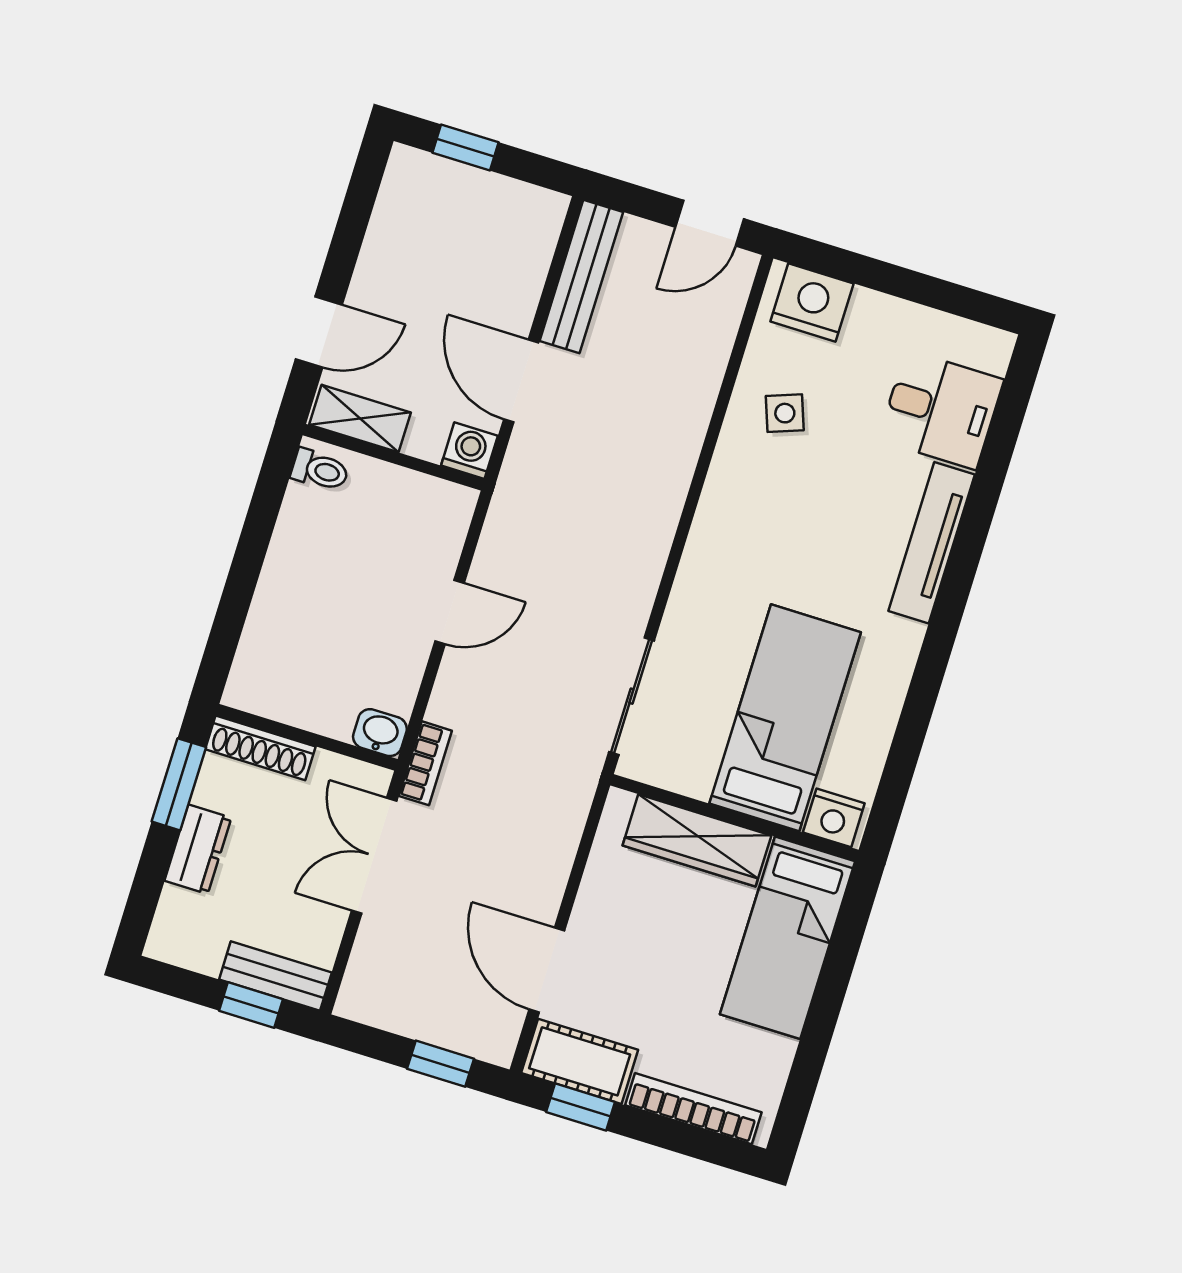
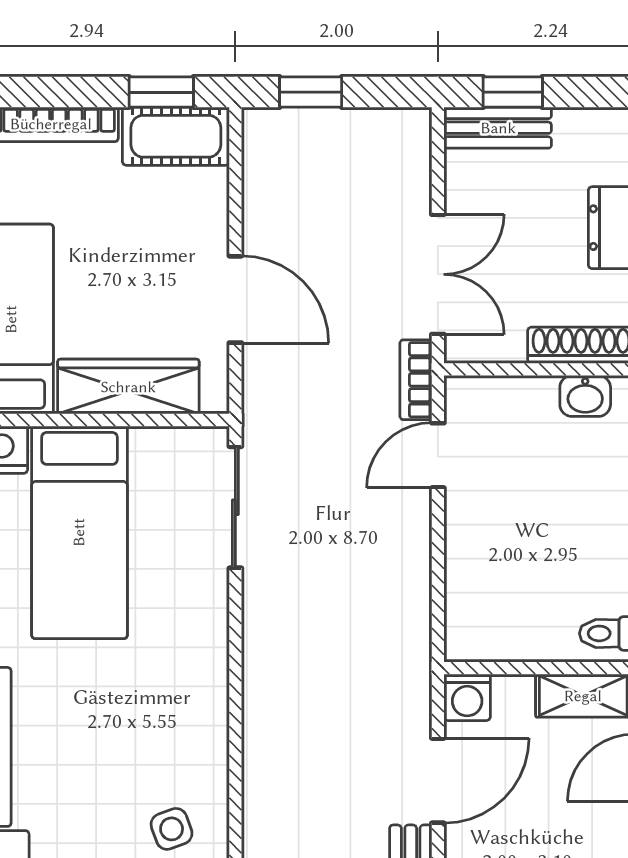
door: (521, 381) -> (438, 781), hinge flipped
door: (450, 612) -> (438, 455), moved
washbasin: (380, 733) -> (585, 396), moved
door: (547, 970) -> (235, 299), moved

